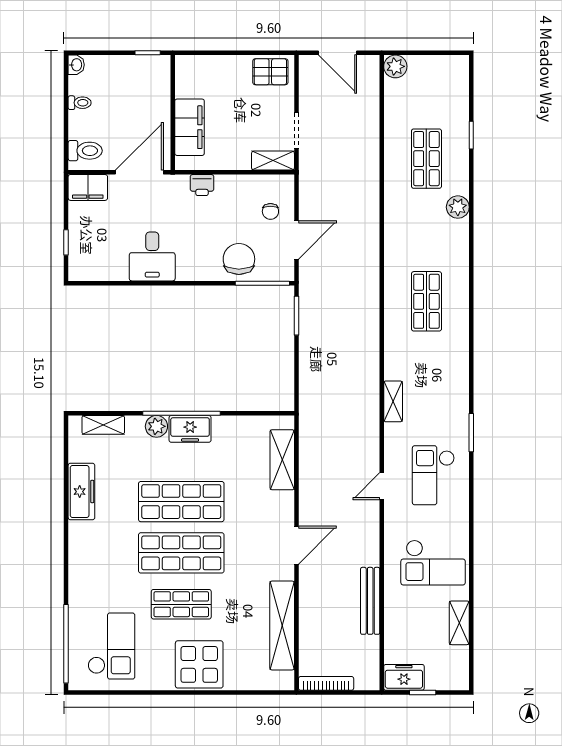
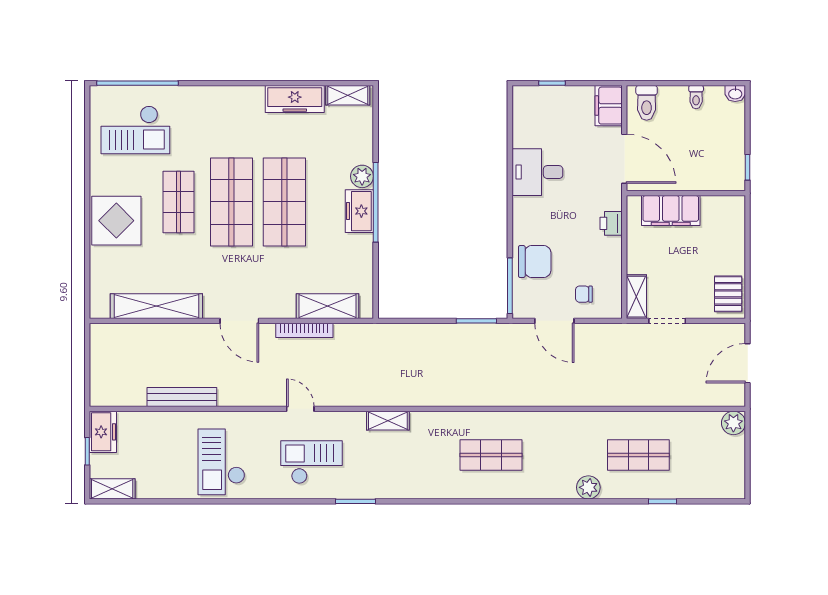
shelving: (103, 425) -> (348, 95), moved, turned 90
shelving: (459, 623) -> (112, 489), moved
bookcase: (326, 683) -> (304, 330), moved, turned 90

